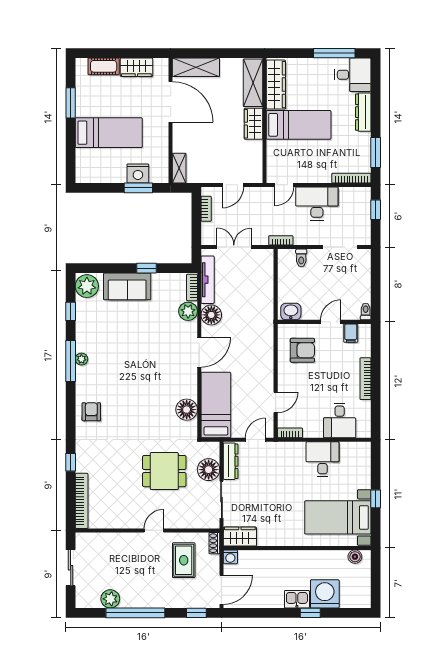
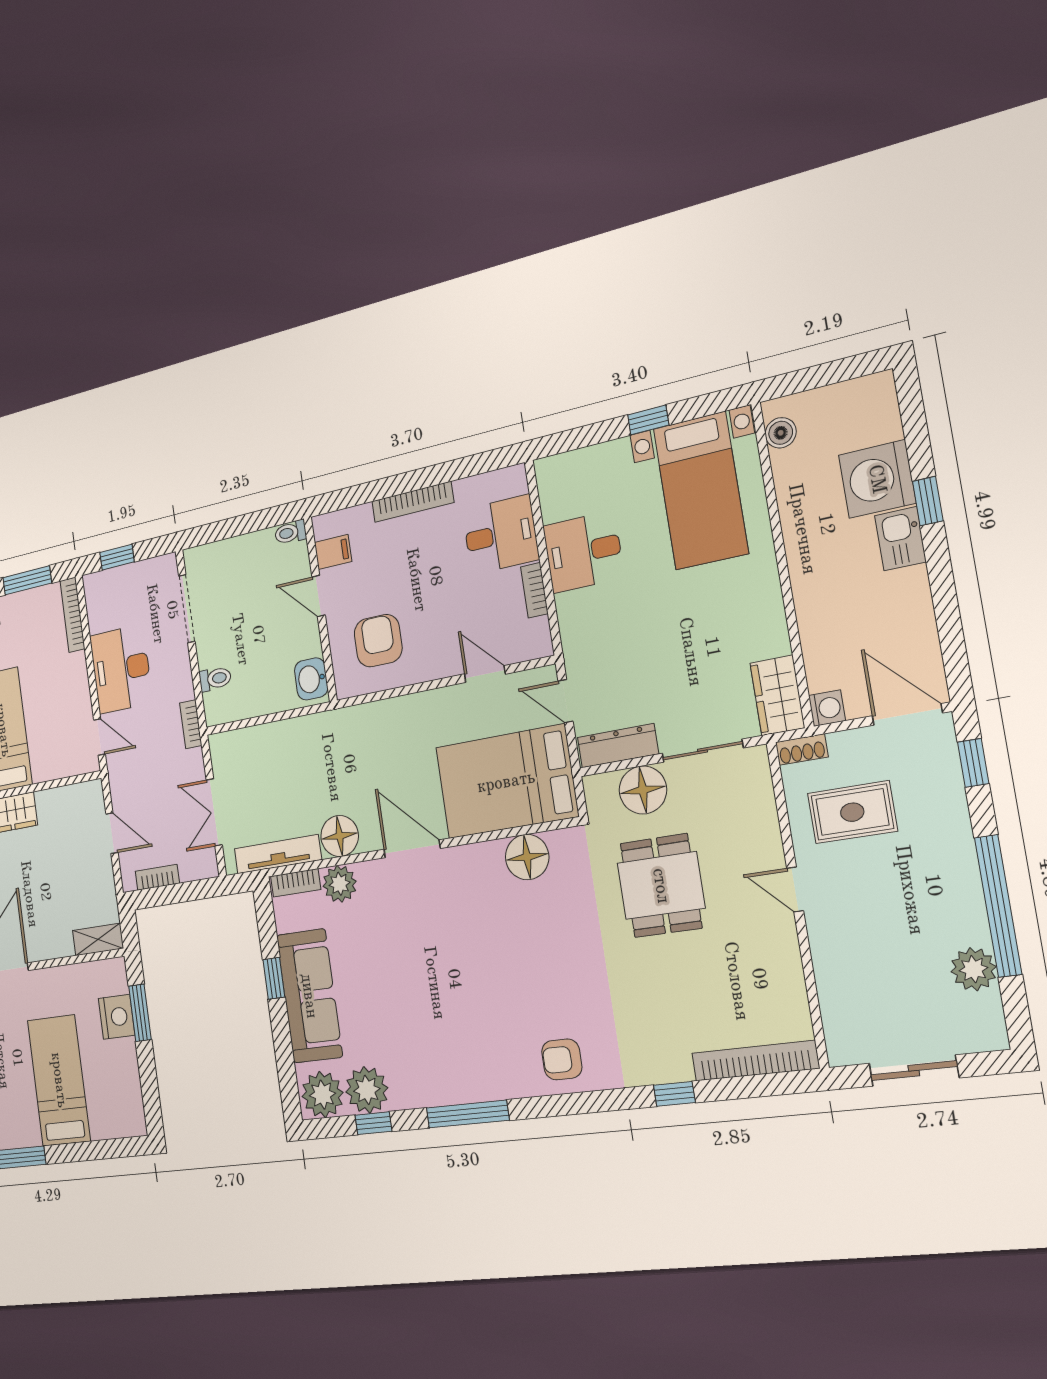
sofa: (127, 286) -> (309, 996), width x1.36
plant: (81, 359) -> (367, 1090), moved, width x1.88, depth x1.88
bed: (216, 405) -> (506, 782), width x1.50
bookcase: (290, 433) -> (534, 590), moved

